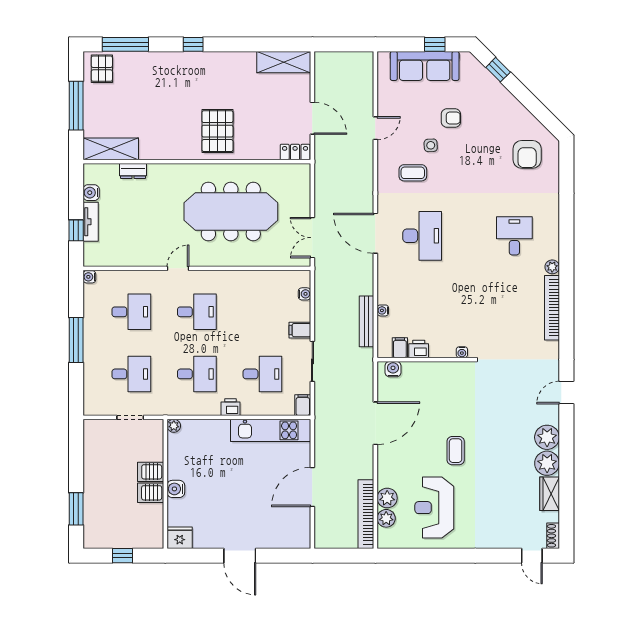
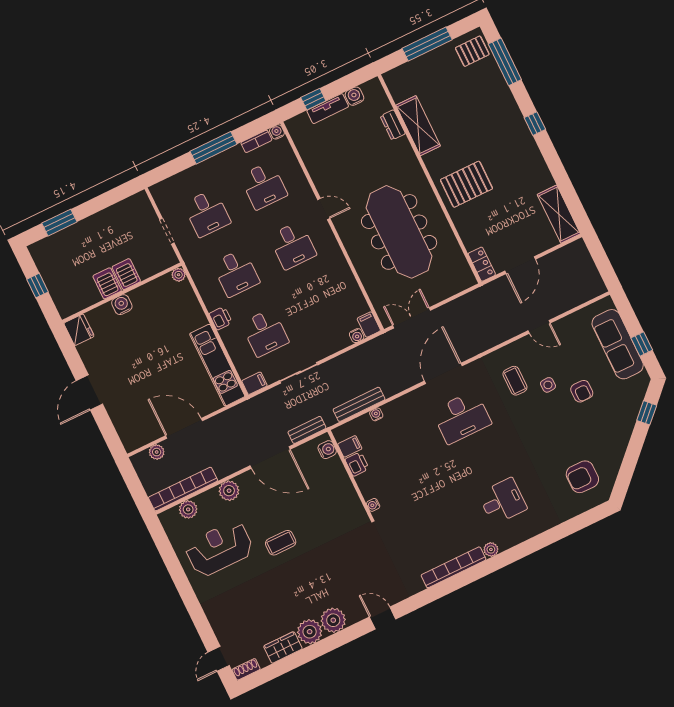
shelving: (111, 149) -> (418, 126), moved
bookcase: (89, 299) -> (256, 141), added
filing cabinet: (300, 330) -> (369, 325), moved
bench: (367, 379) -> (307, 430), added
plant: (387, 498) -> (229, 491), moved
plant: (322, 522) -> (157, 452), added

